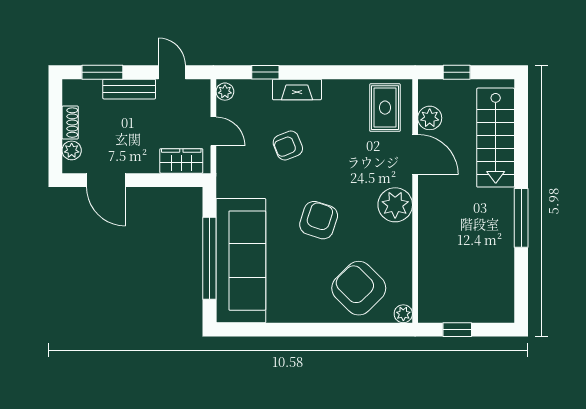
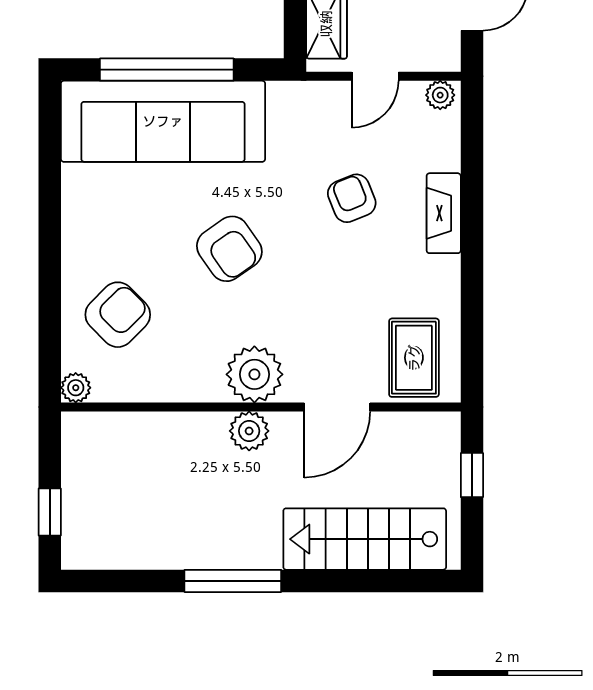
window: (265, 72) -> (472, 161), removed
rug: (385, 108) -> (414, 358), turned 90
plant: (430, 118) -> (249, 431), moved
armchair: (319, 220) -> (229, 249), turned 37
armchair: (359, 288) -> (118, 315), width x0.73, depth x0.73
window: (457, 330) -> (50, 512), moved

